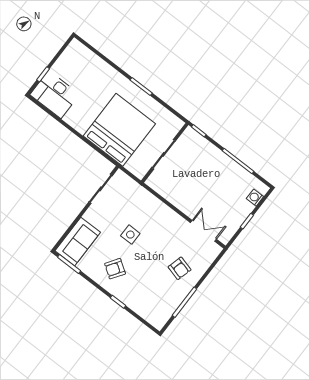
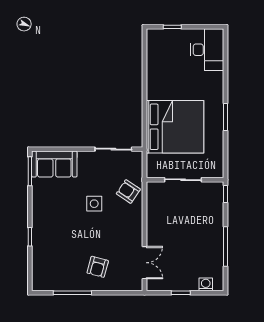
desk: (55, 95) -> (207, 50), moved, turned 180
armchair: (115, 269) -> (128, 191), moved

